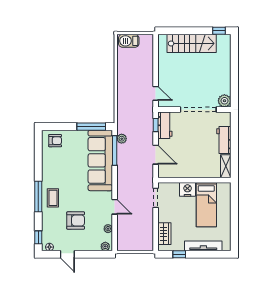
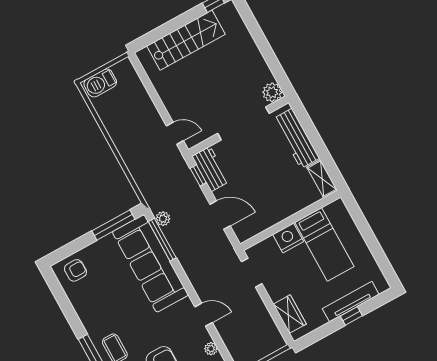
workbench: (224, 140) -> (296, 138), width x1.38
window: (179, 254) -> (351, 316), moved

